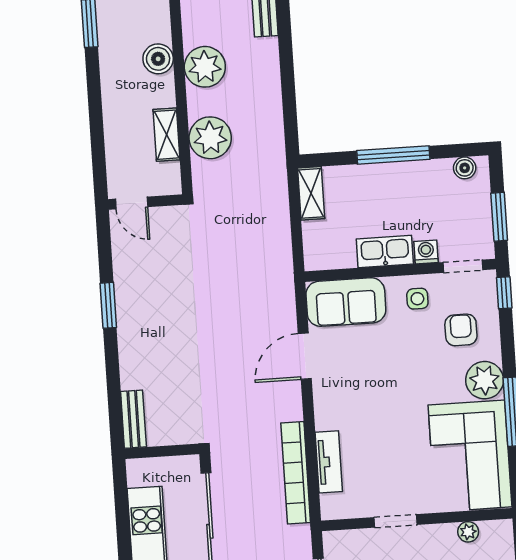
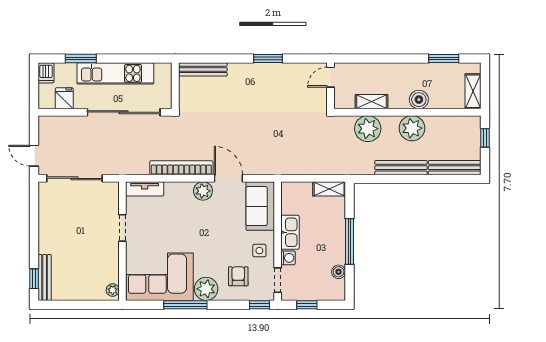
bench: (269, 80) -> (401, 168), added
boiler: (465, 168) -> (339, 272), moved
window: (499, 217) -> (307, 305), width x0.67
armchair: (461, 330) -> (238, 276), turned -90
plant: (328, 396) -> (203, 191), added
bench: (133, 419) -> (203, 69), width x1.36
tv unit: (329, 462) -> (145, 189), moved
bookcase: (296, 473) -> (181, 168), moved
plant: (468, 532) -> (113, 290), moved

